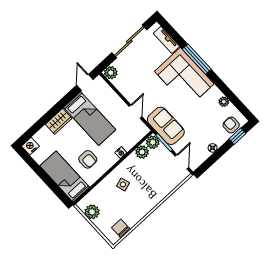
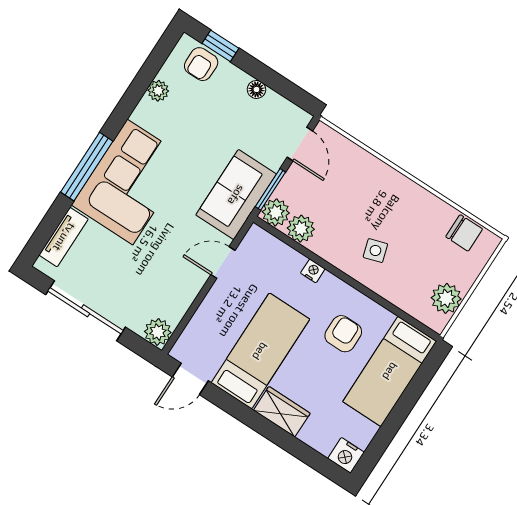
door: (182, 162) -> (300, 144), swing flipped
chair: (121, 228) -> (464, 233), turned -90

